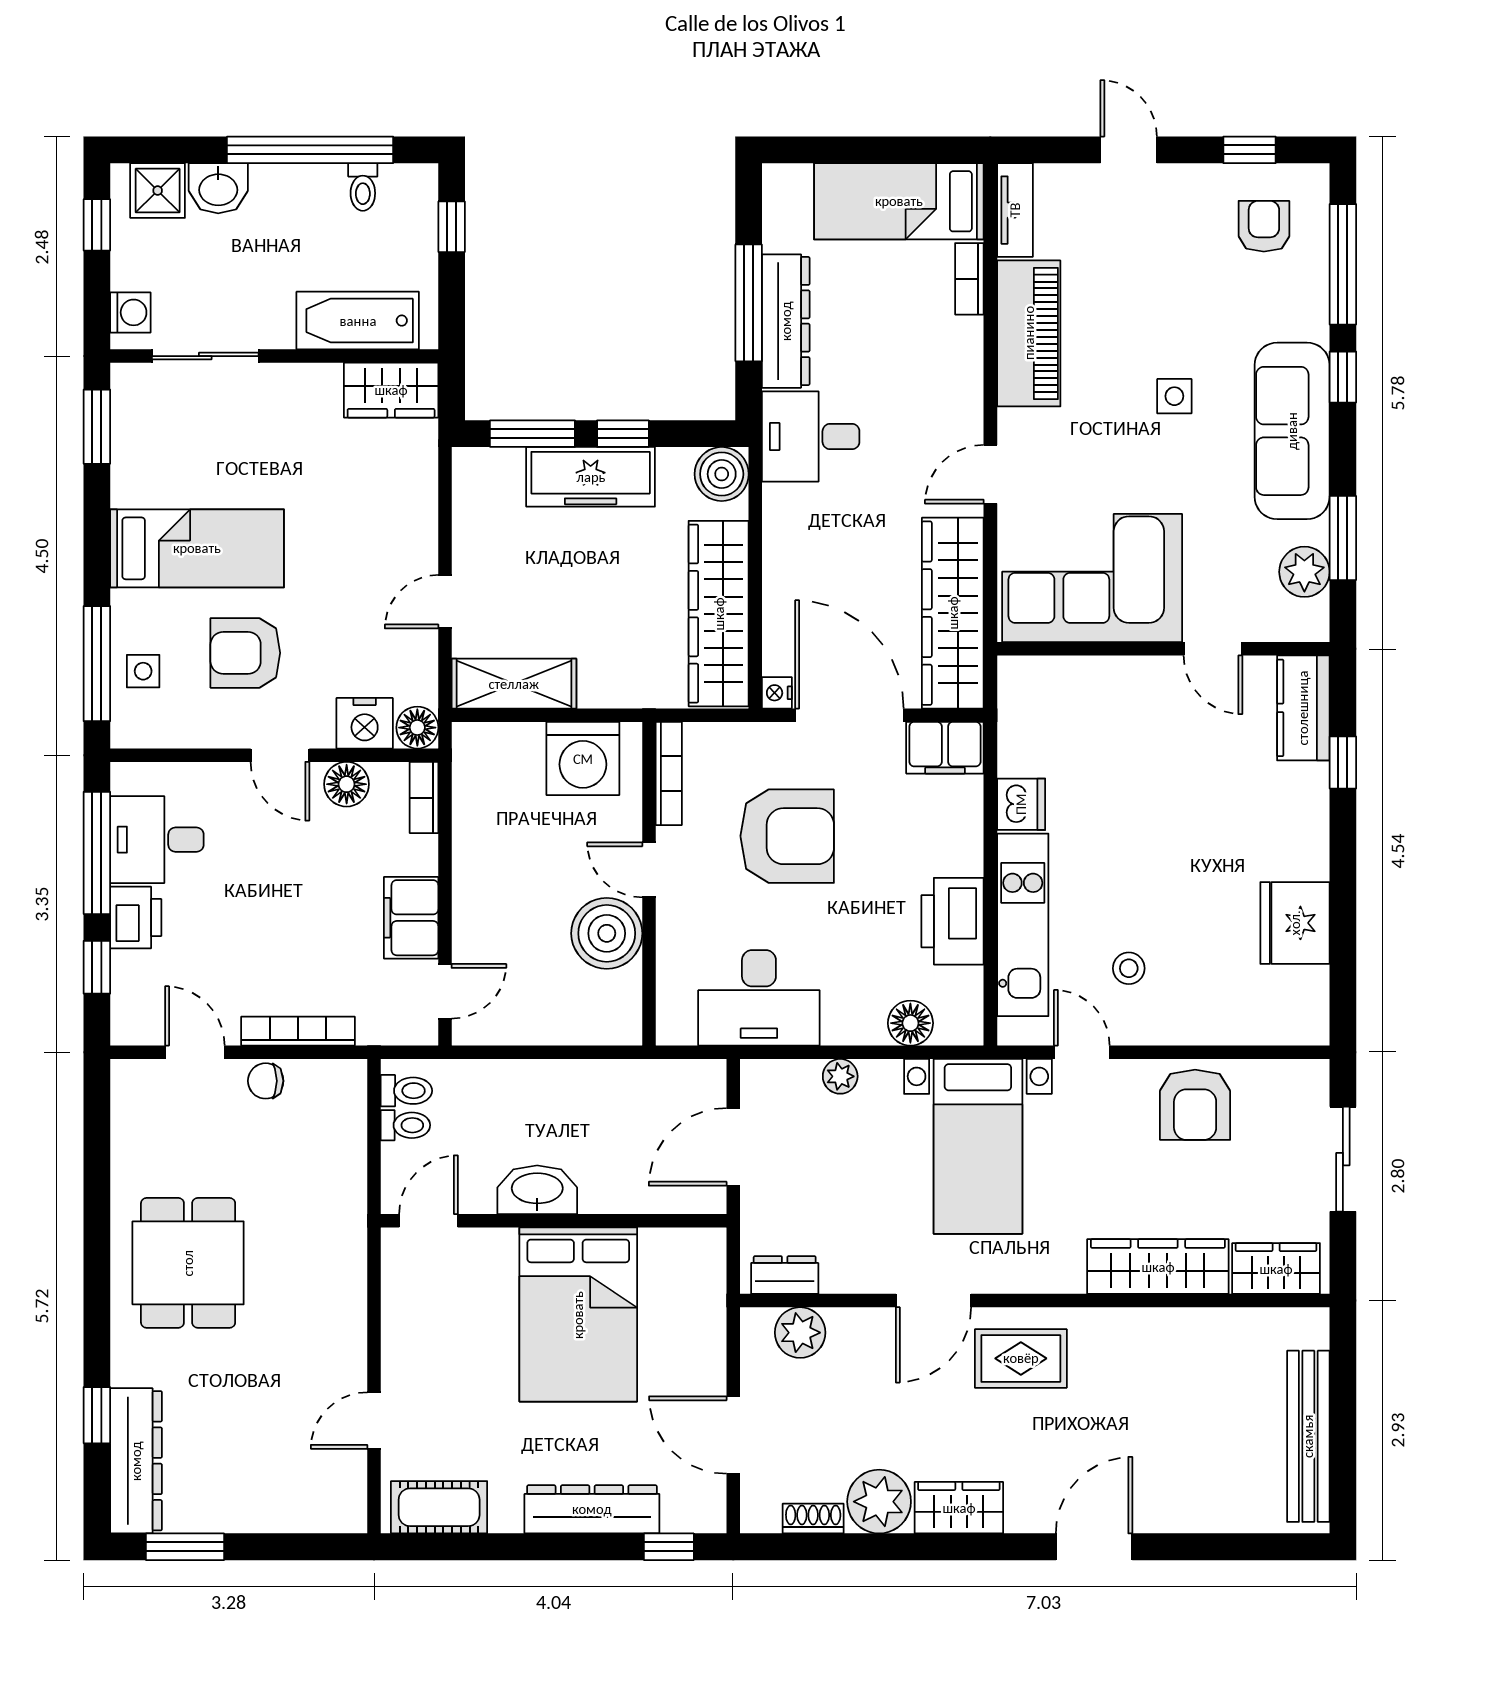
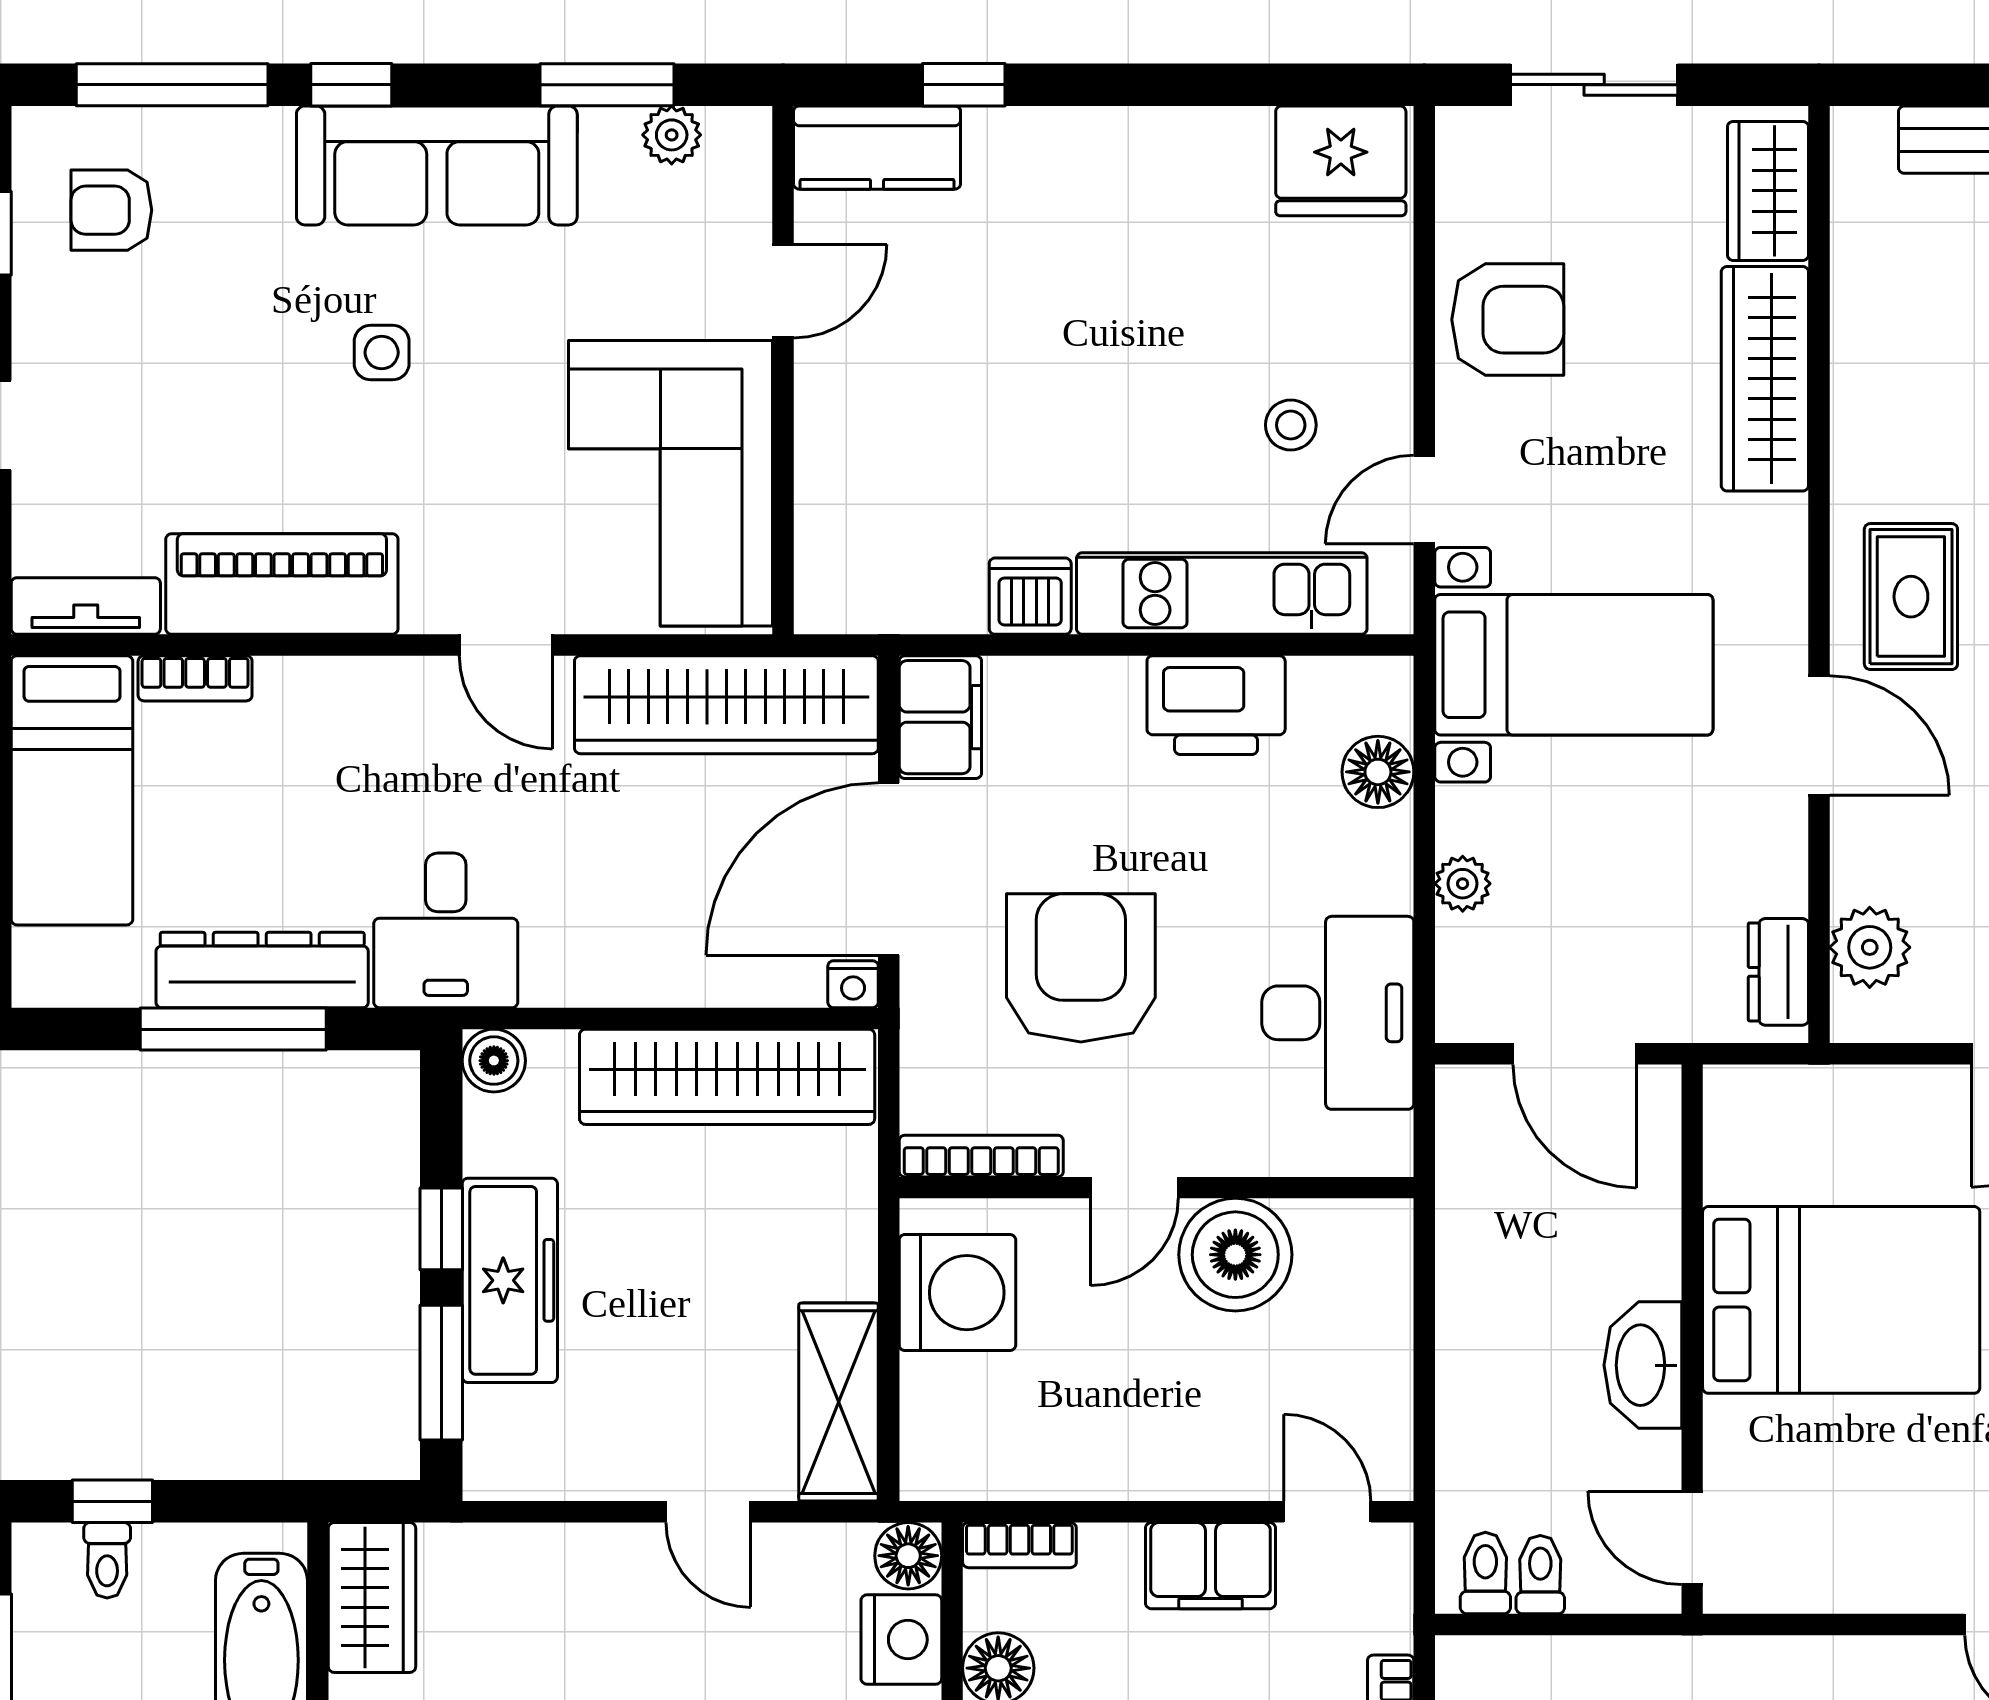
toilet: (363, 187) -> (107, 1560), moved, turned 90
boiler: (722, 474) -> (494, 1061), width x0.73, depth x0.73
plant: (1304, 572) -> (672, 135), width x0.73, depth x0.73
fridge: (1295, 923) -> (1341, 161), moved

